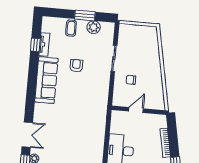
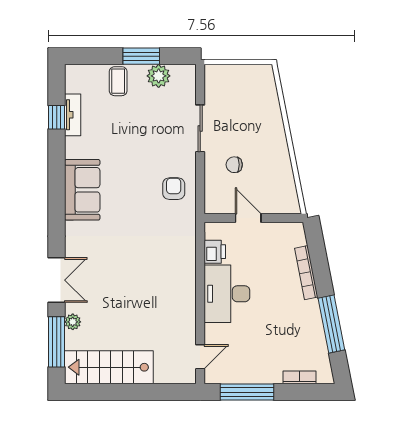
armchair: (76, 66) -> (174, 189), moved
sofa: (46, 80) -> (82, 190), width x0.73
door: (136, 110) -> (248, 218), hinge flipped
printer: (116, 127) -> (215, 252), added

